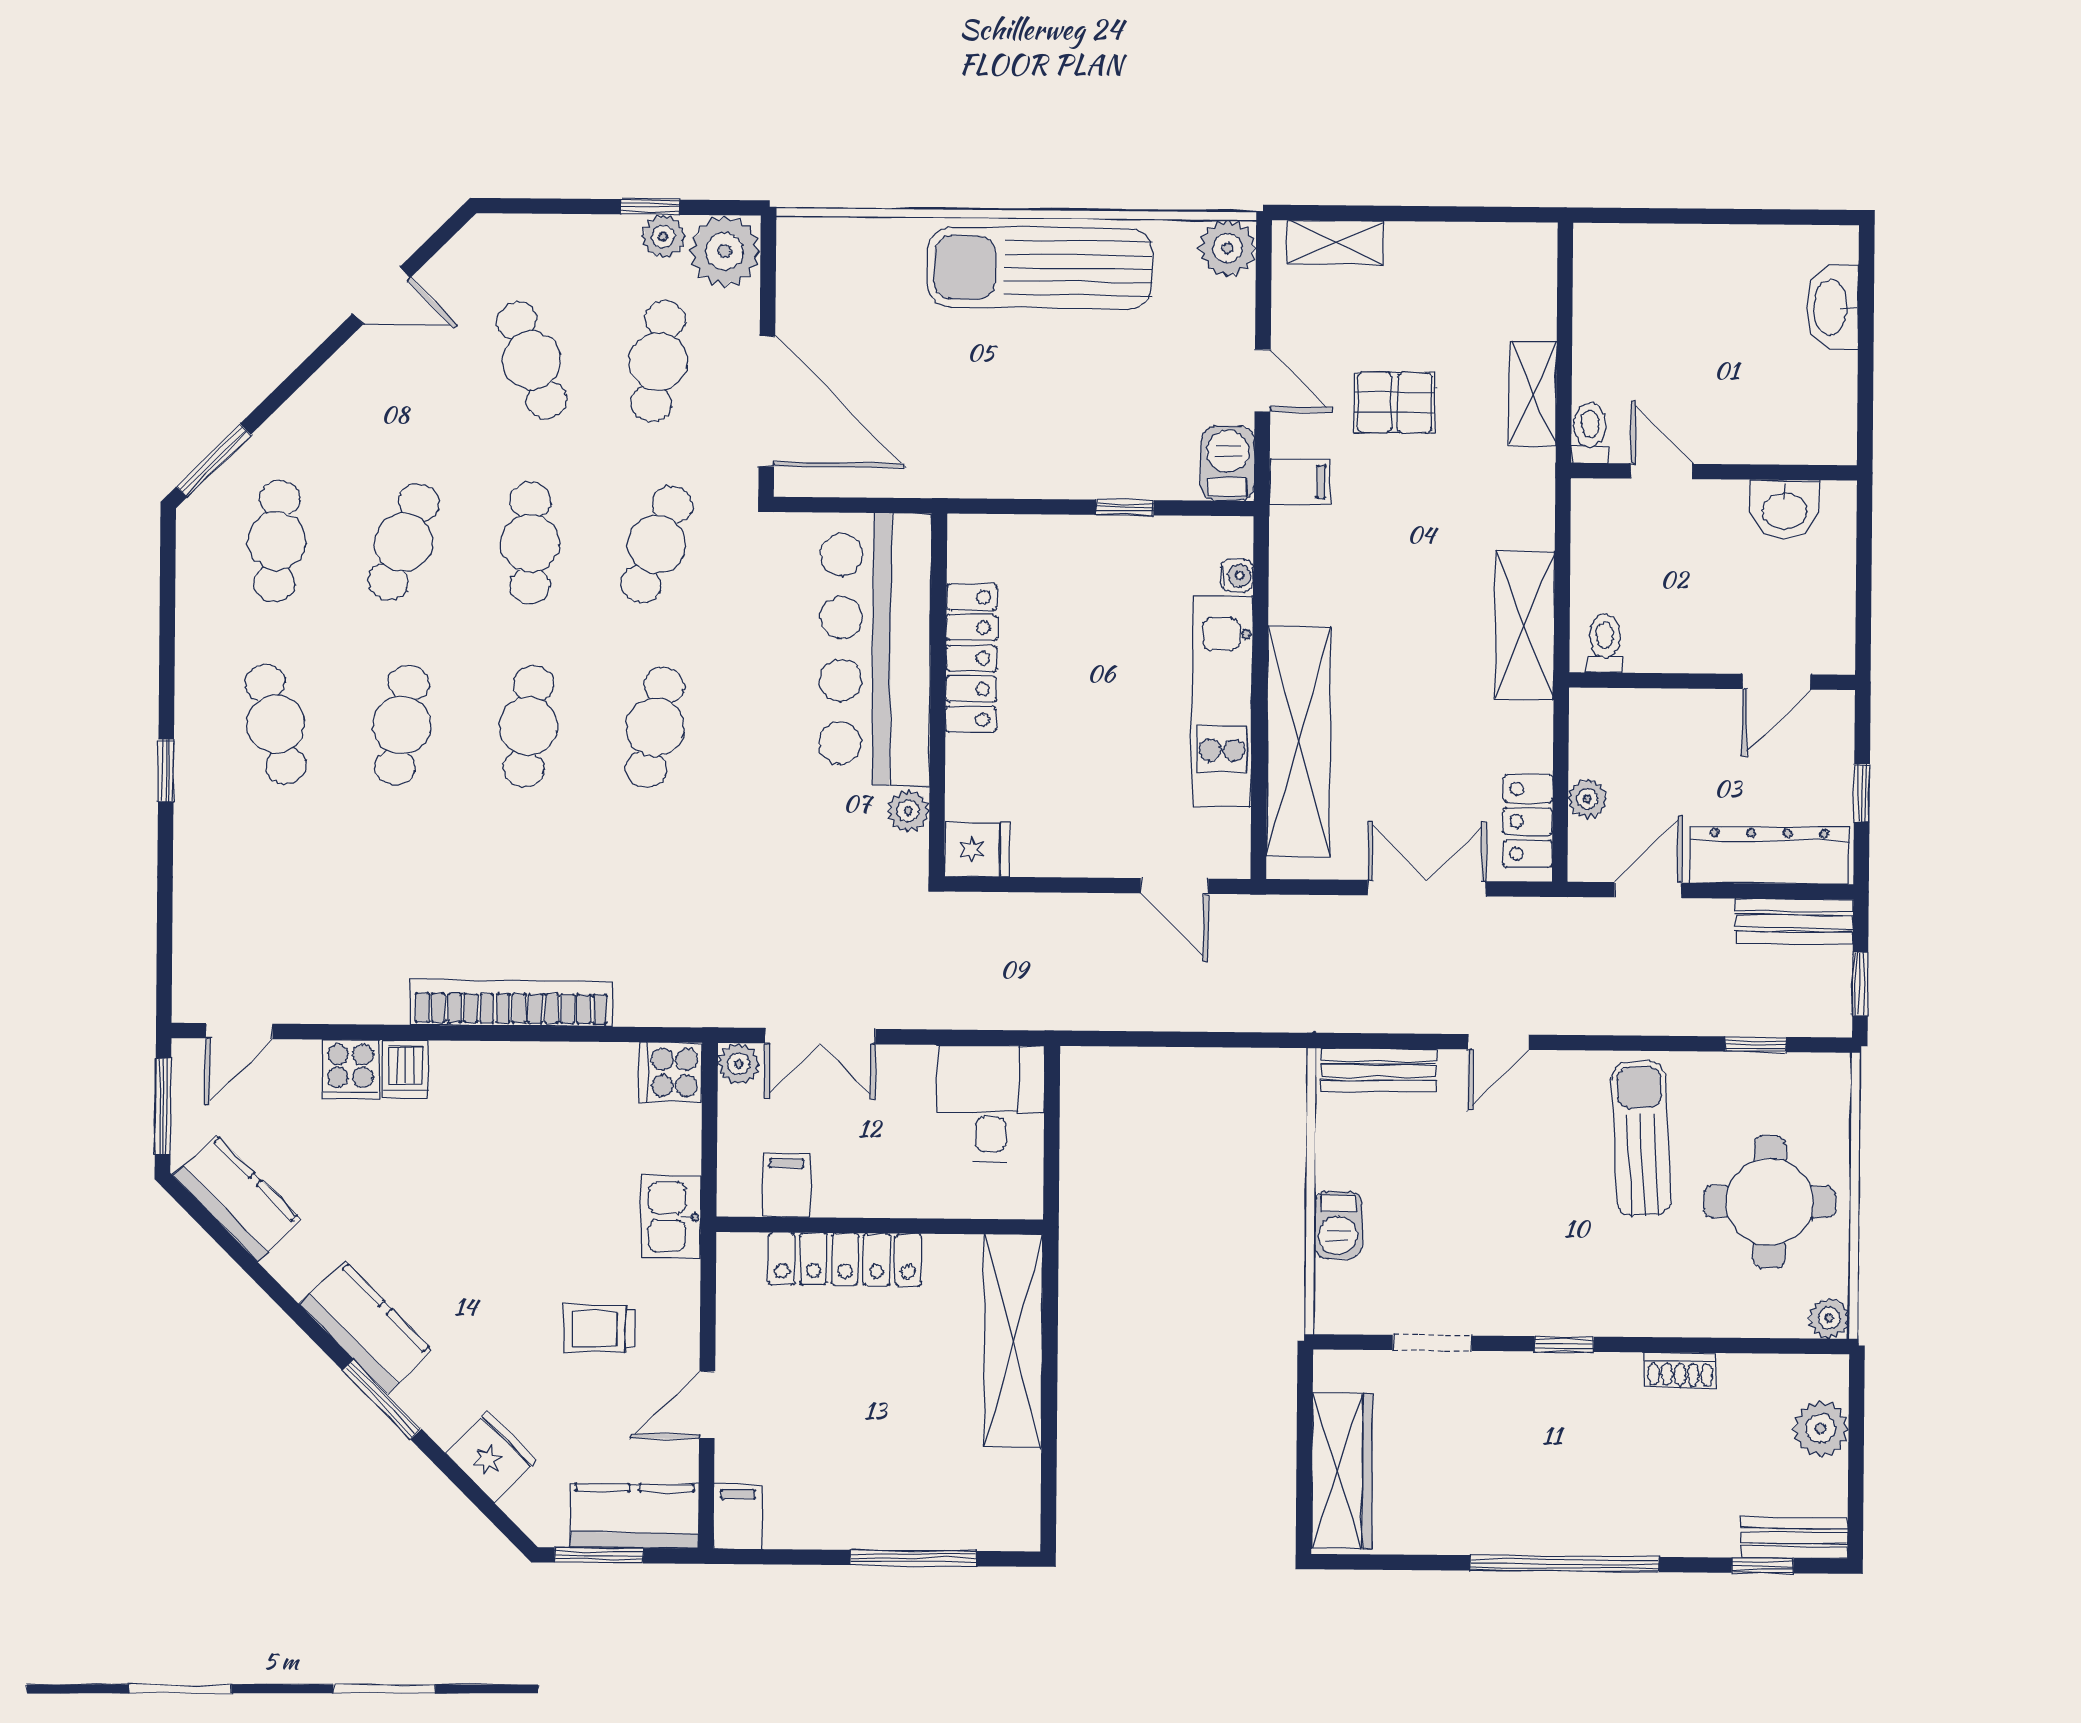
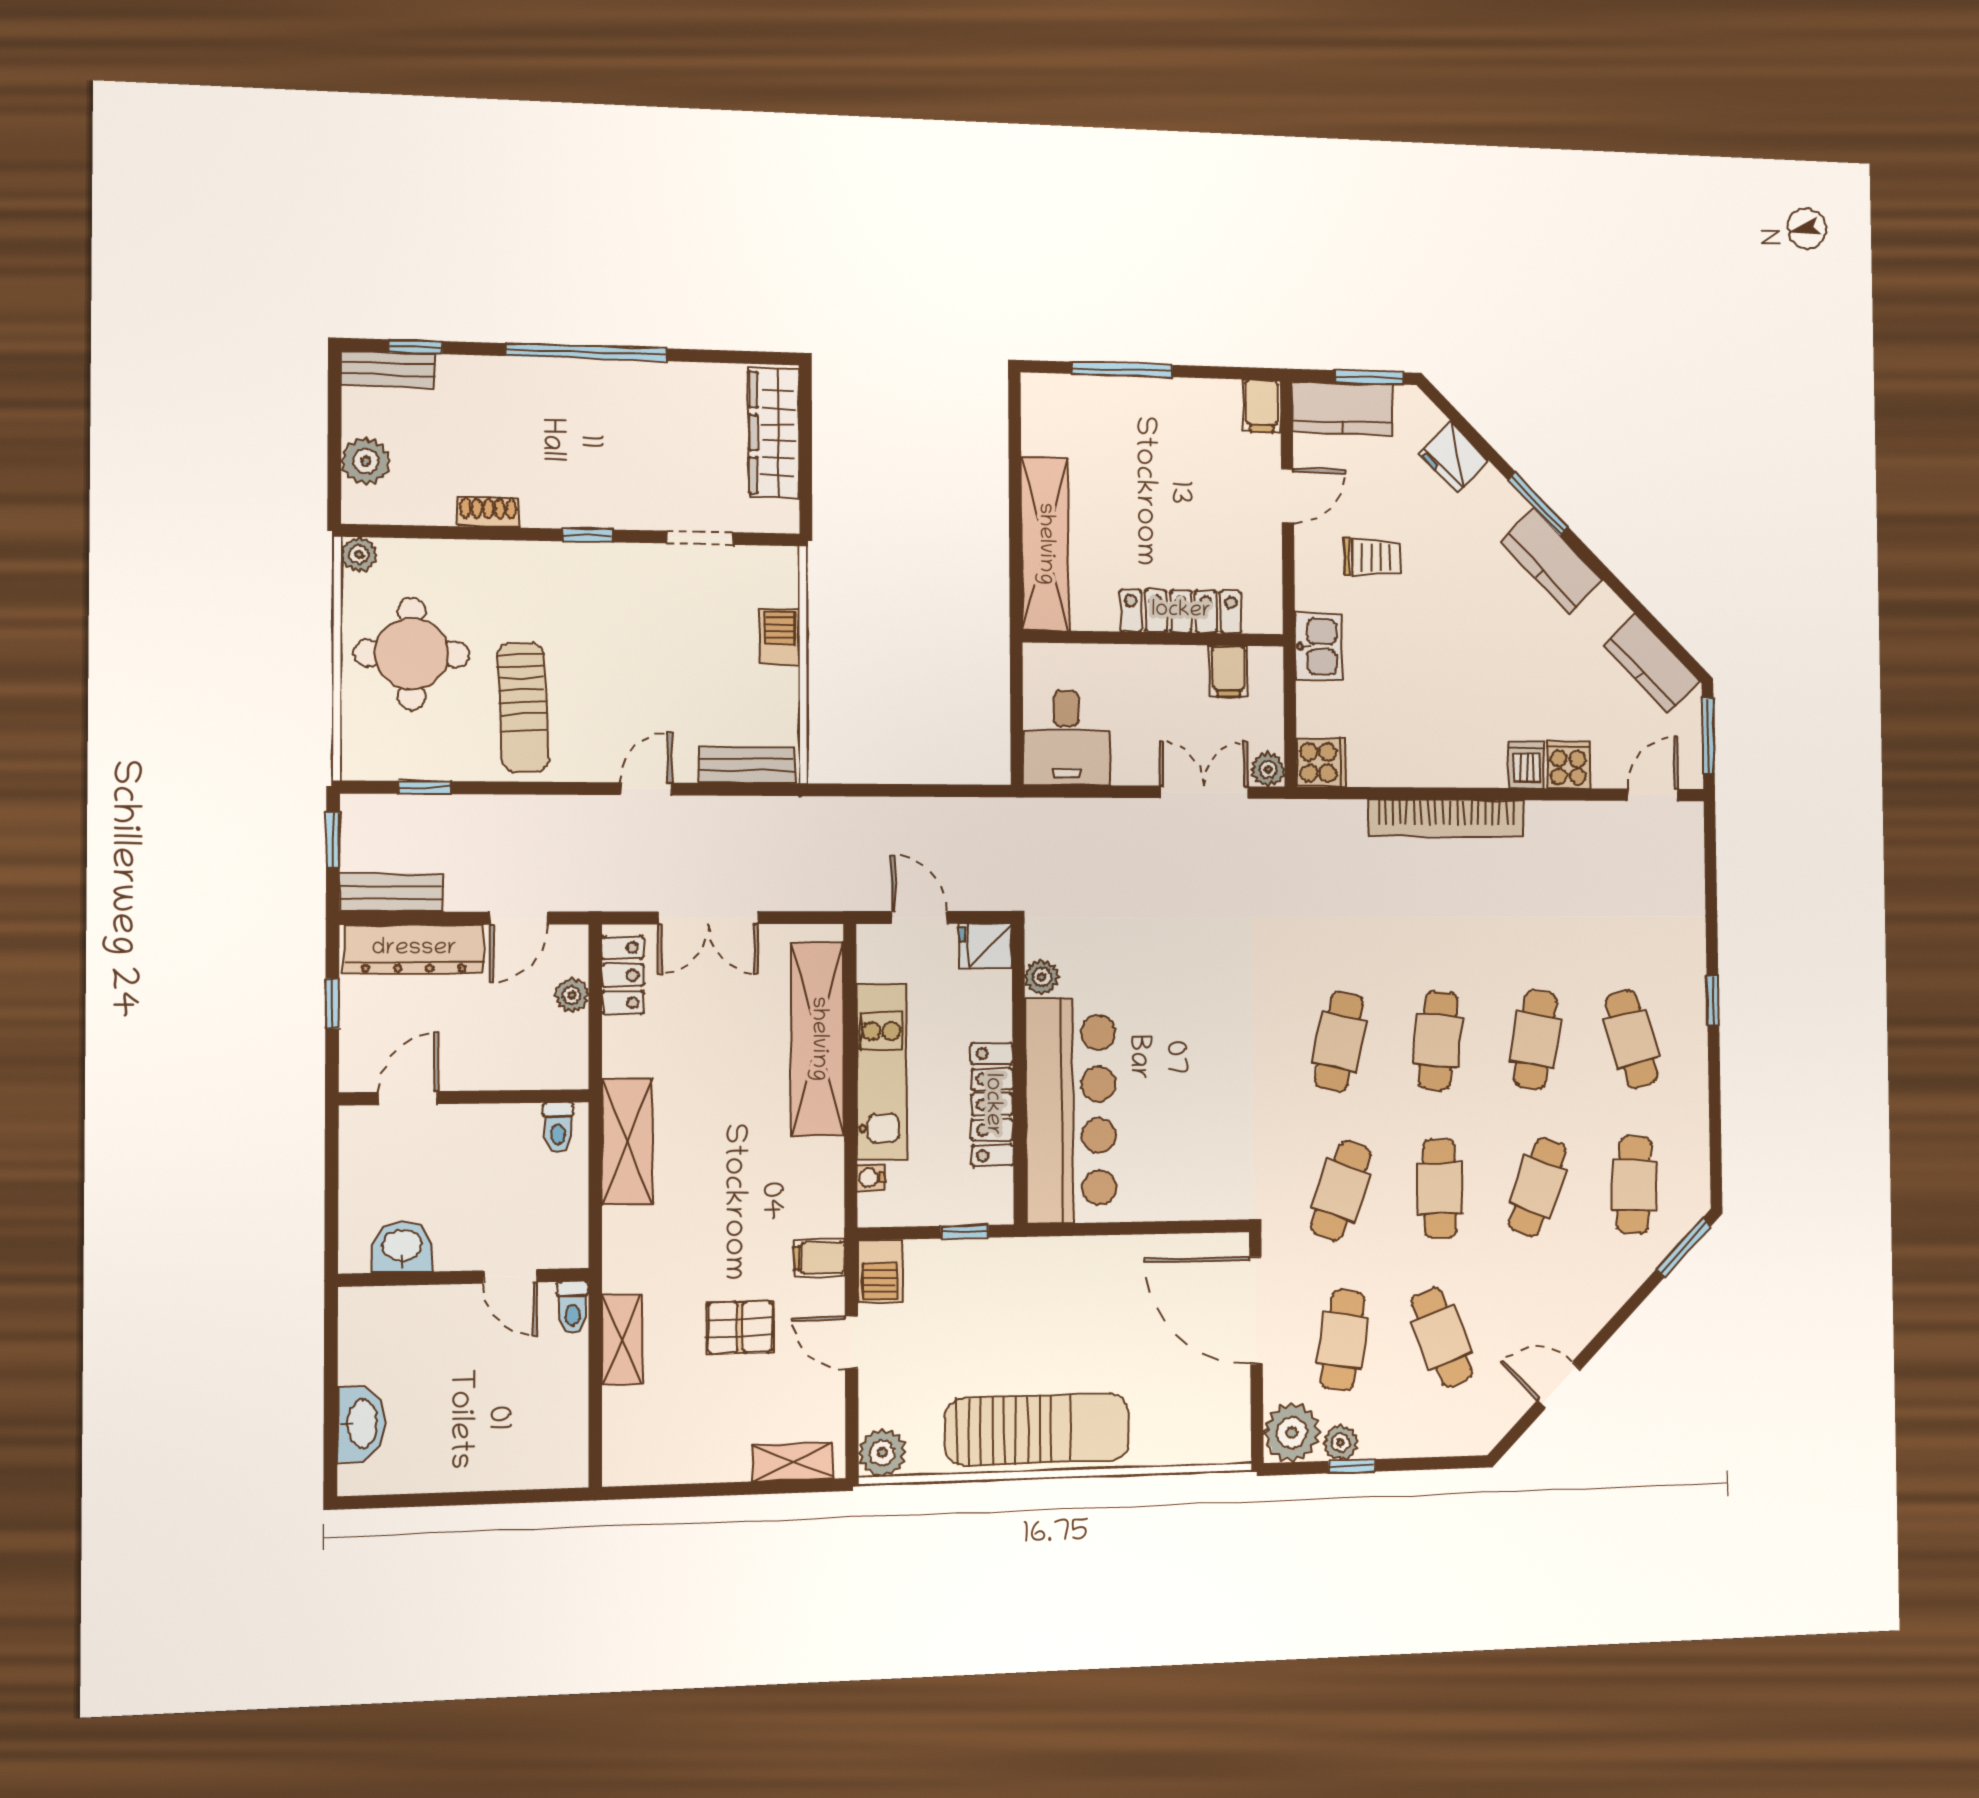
bar counter: (875, 649) -> (1071, 1110), moved
locker: (971, 658) -> (992, 1104), moved
wall: (938, 695) -> (1019, 1074), moved
plant: (908, 811) -> (1042, 977), moved
fridge: (977, 849) -> (985, 946), moved

